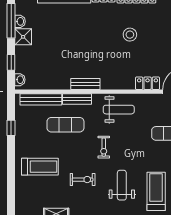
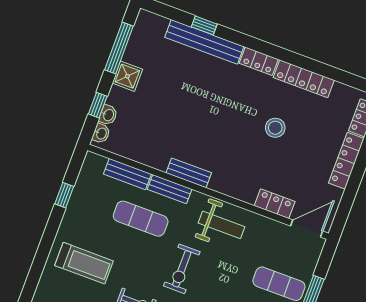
washbasin: (20, 21) -> (108, 115), moved
bench: (41, 99) -> (127, 174), width x0.73
exercise bike: (104, 147) -> (182, 269), width x1.38, depth x1.39

